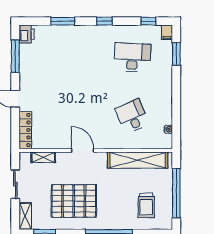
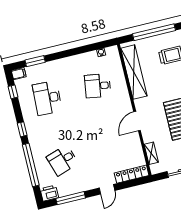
window: (63, 21) -> (31, 165), width x2.11
desk: (59, 57) -> (62, 160), added
desk: (132, 116) -> (98, 86), turned 33

